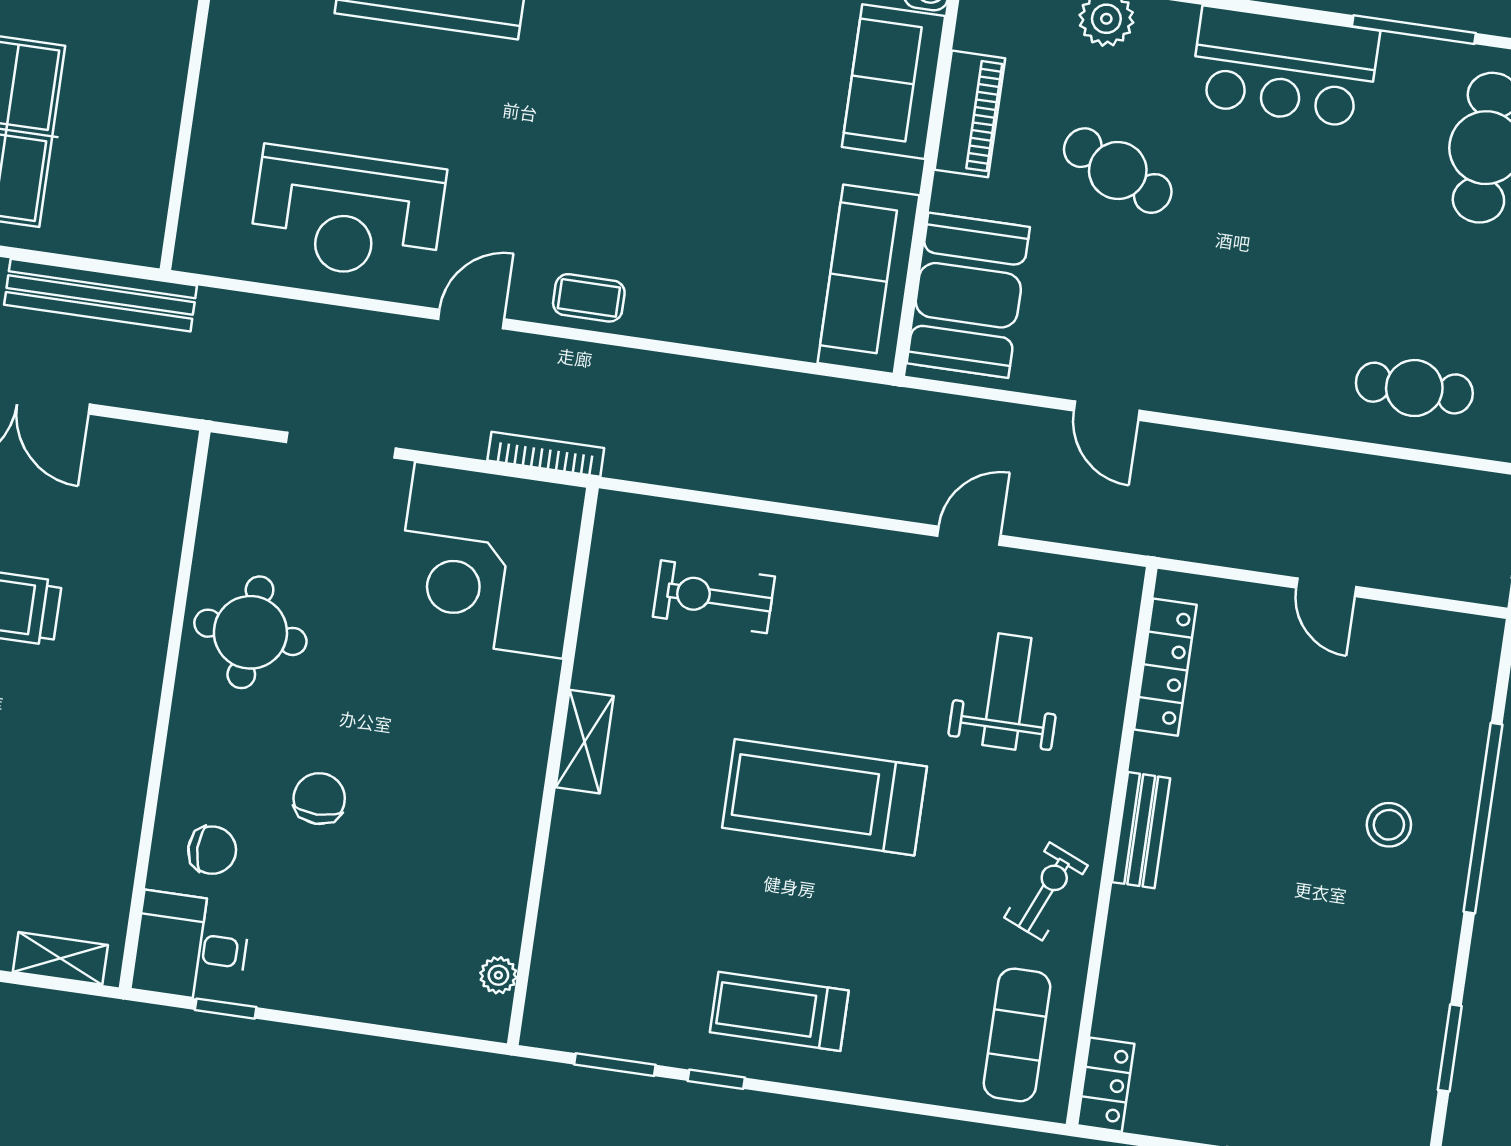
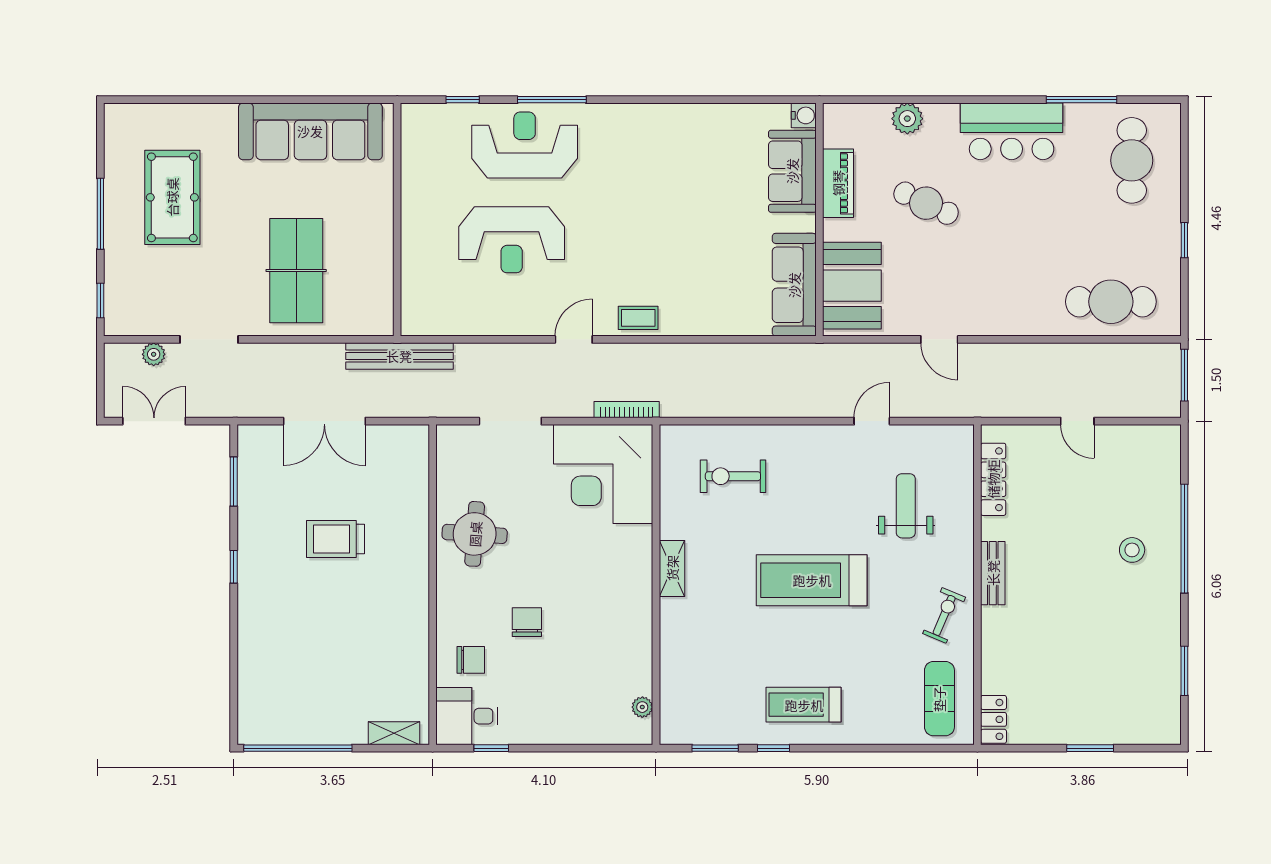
reception desk: (348, 214) -> (512, 240), moved
bench: (101, 295) -> (399, 356), moved
cafe table: (1414, 388) -> (1111, 302), width x1.37, depth x1.35

